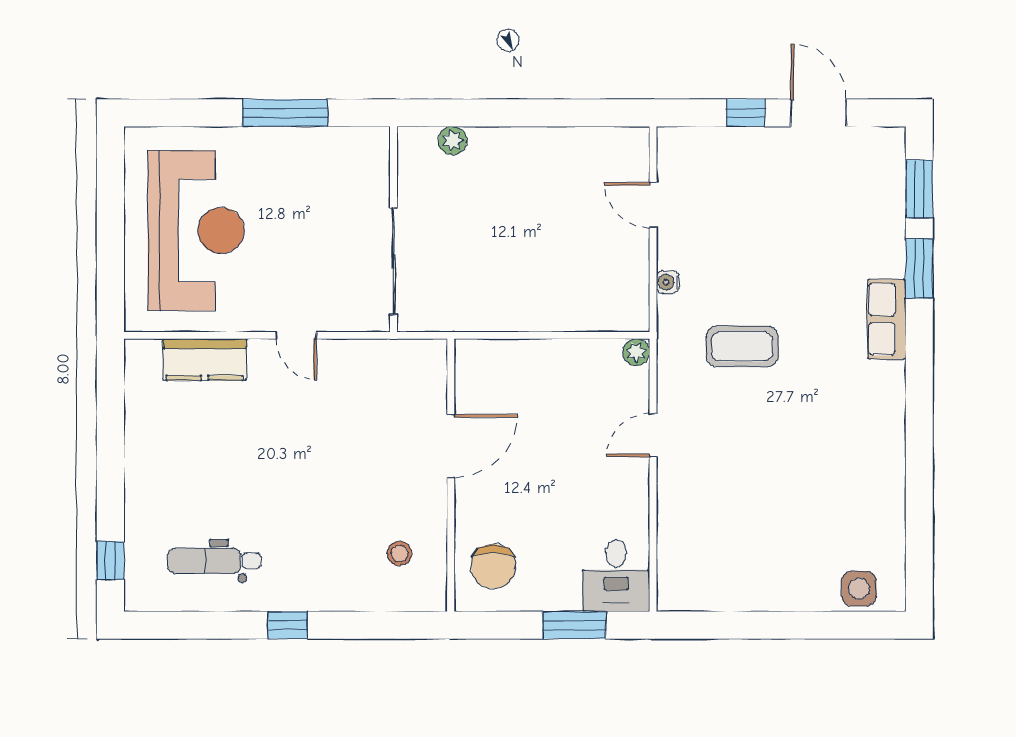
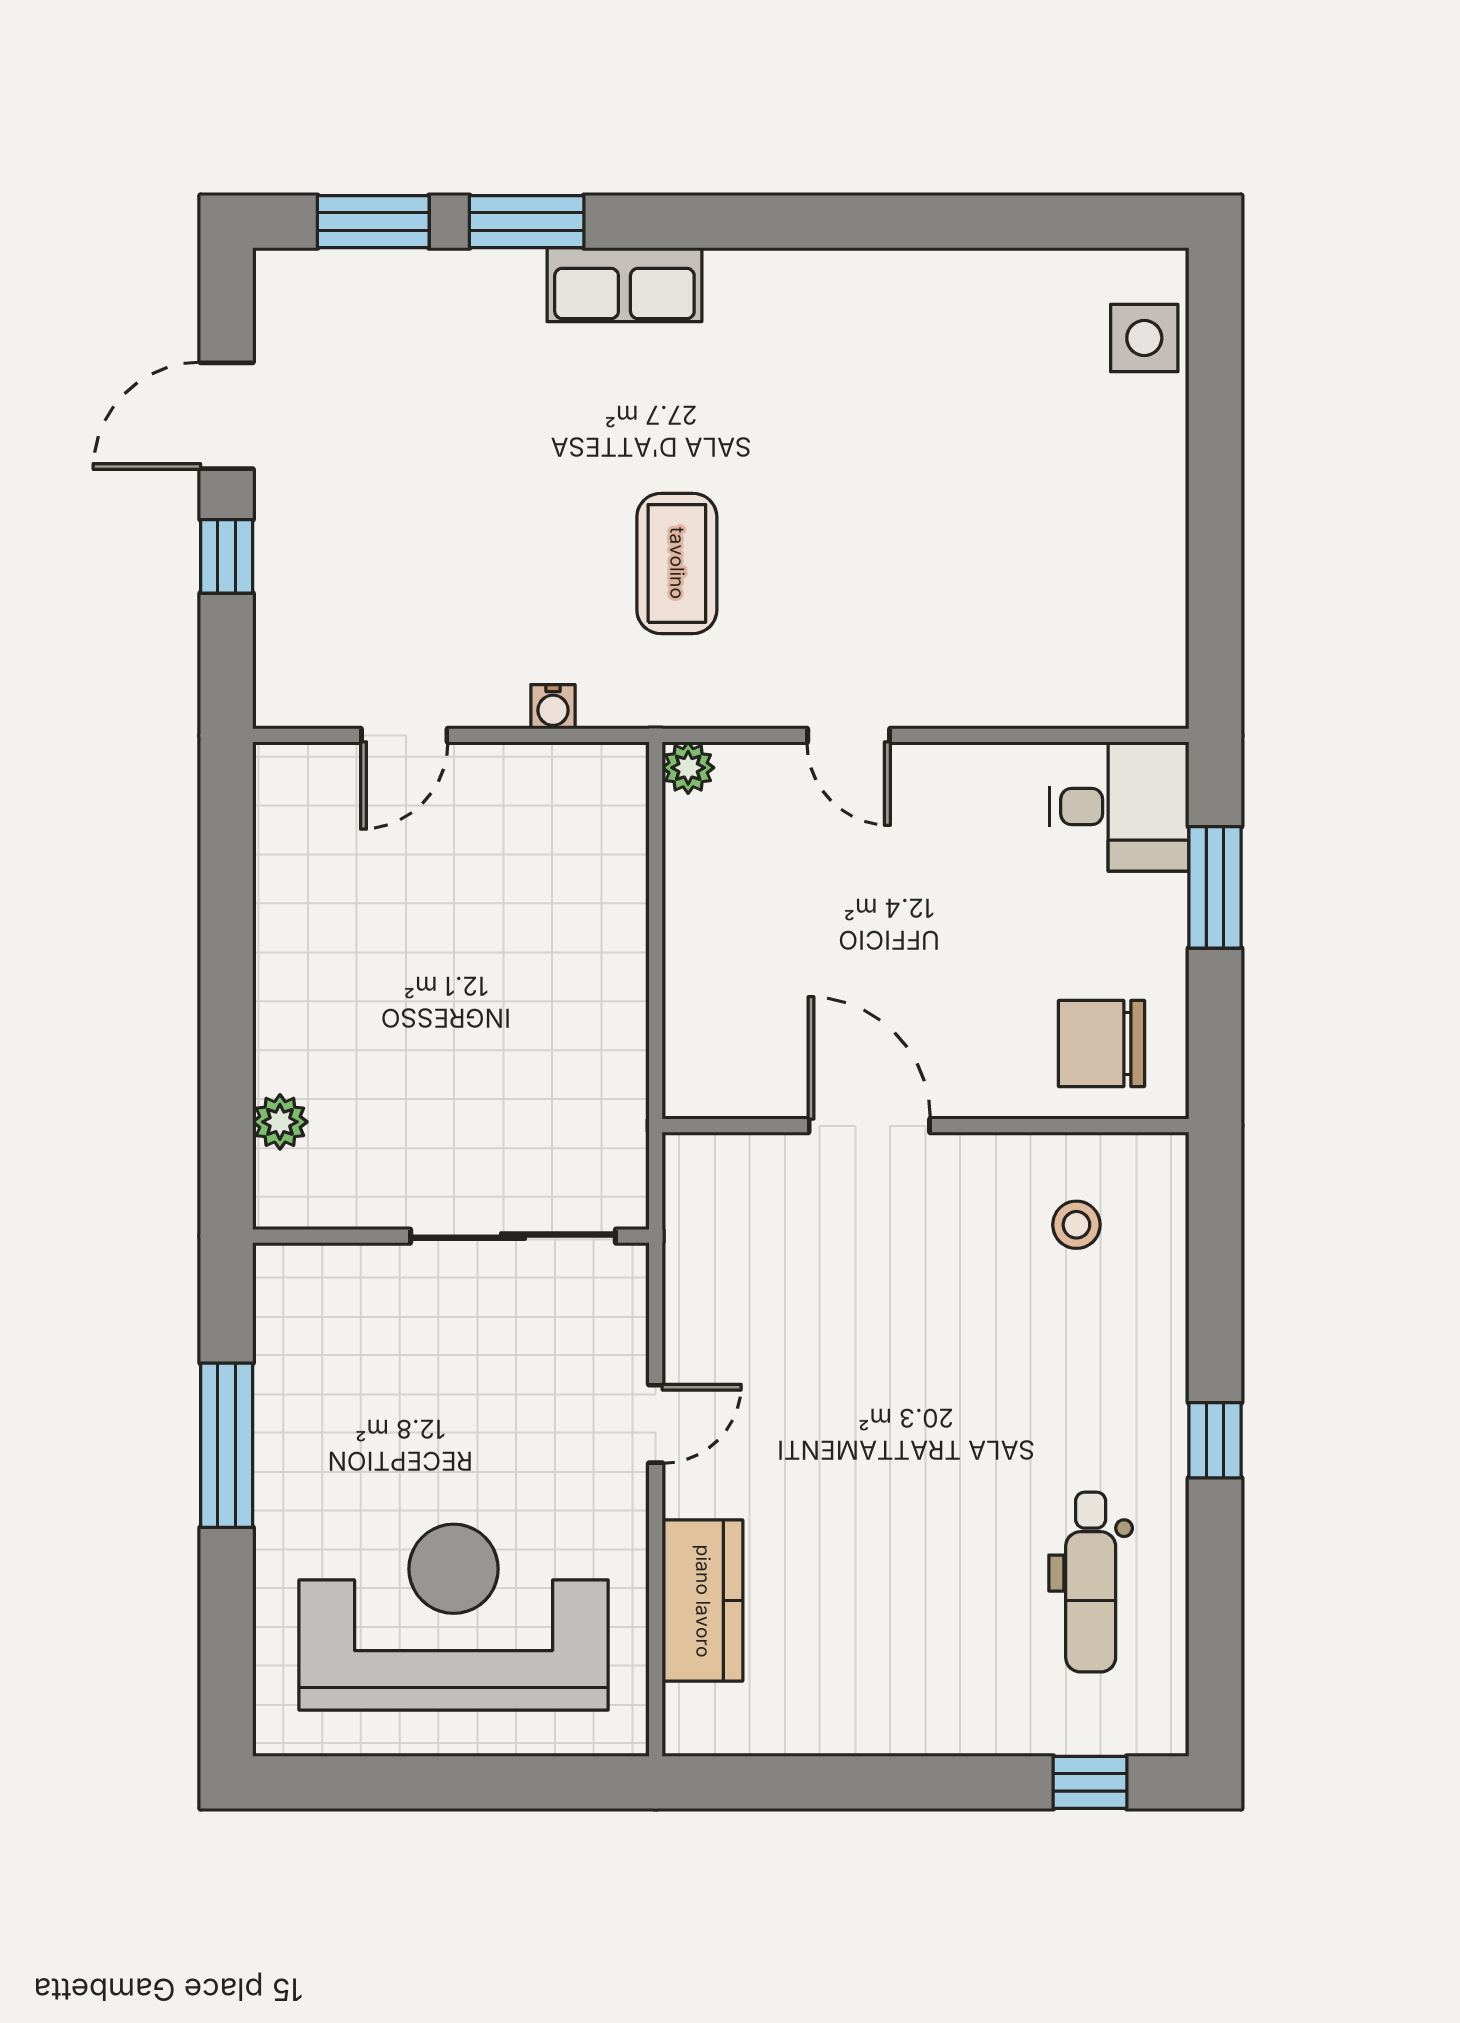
chair: (493, 566) -> (1101, 1044), turned 180

